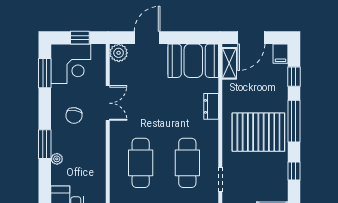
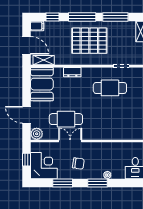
window: (45, 73) -> (63, 183), moved
pallet: (258, 132) -> (89, 41), turned 90
cafe table: (141, 163) -> (66, 119), moved
window: (294, 171) -> (115, 17), width x2.17

